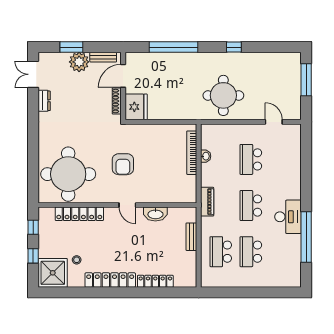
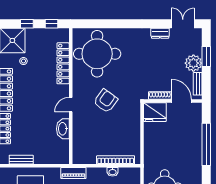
armchair: (123, 164) -> (106, 101), turned 126
bench: (191, 237) -> (21, 160), moved

